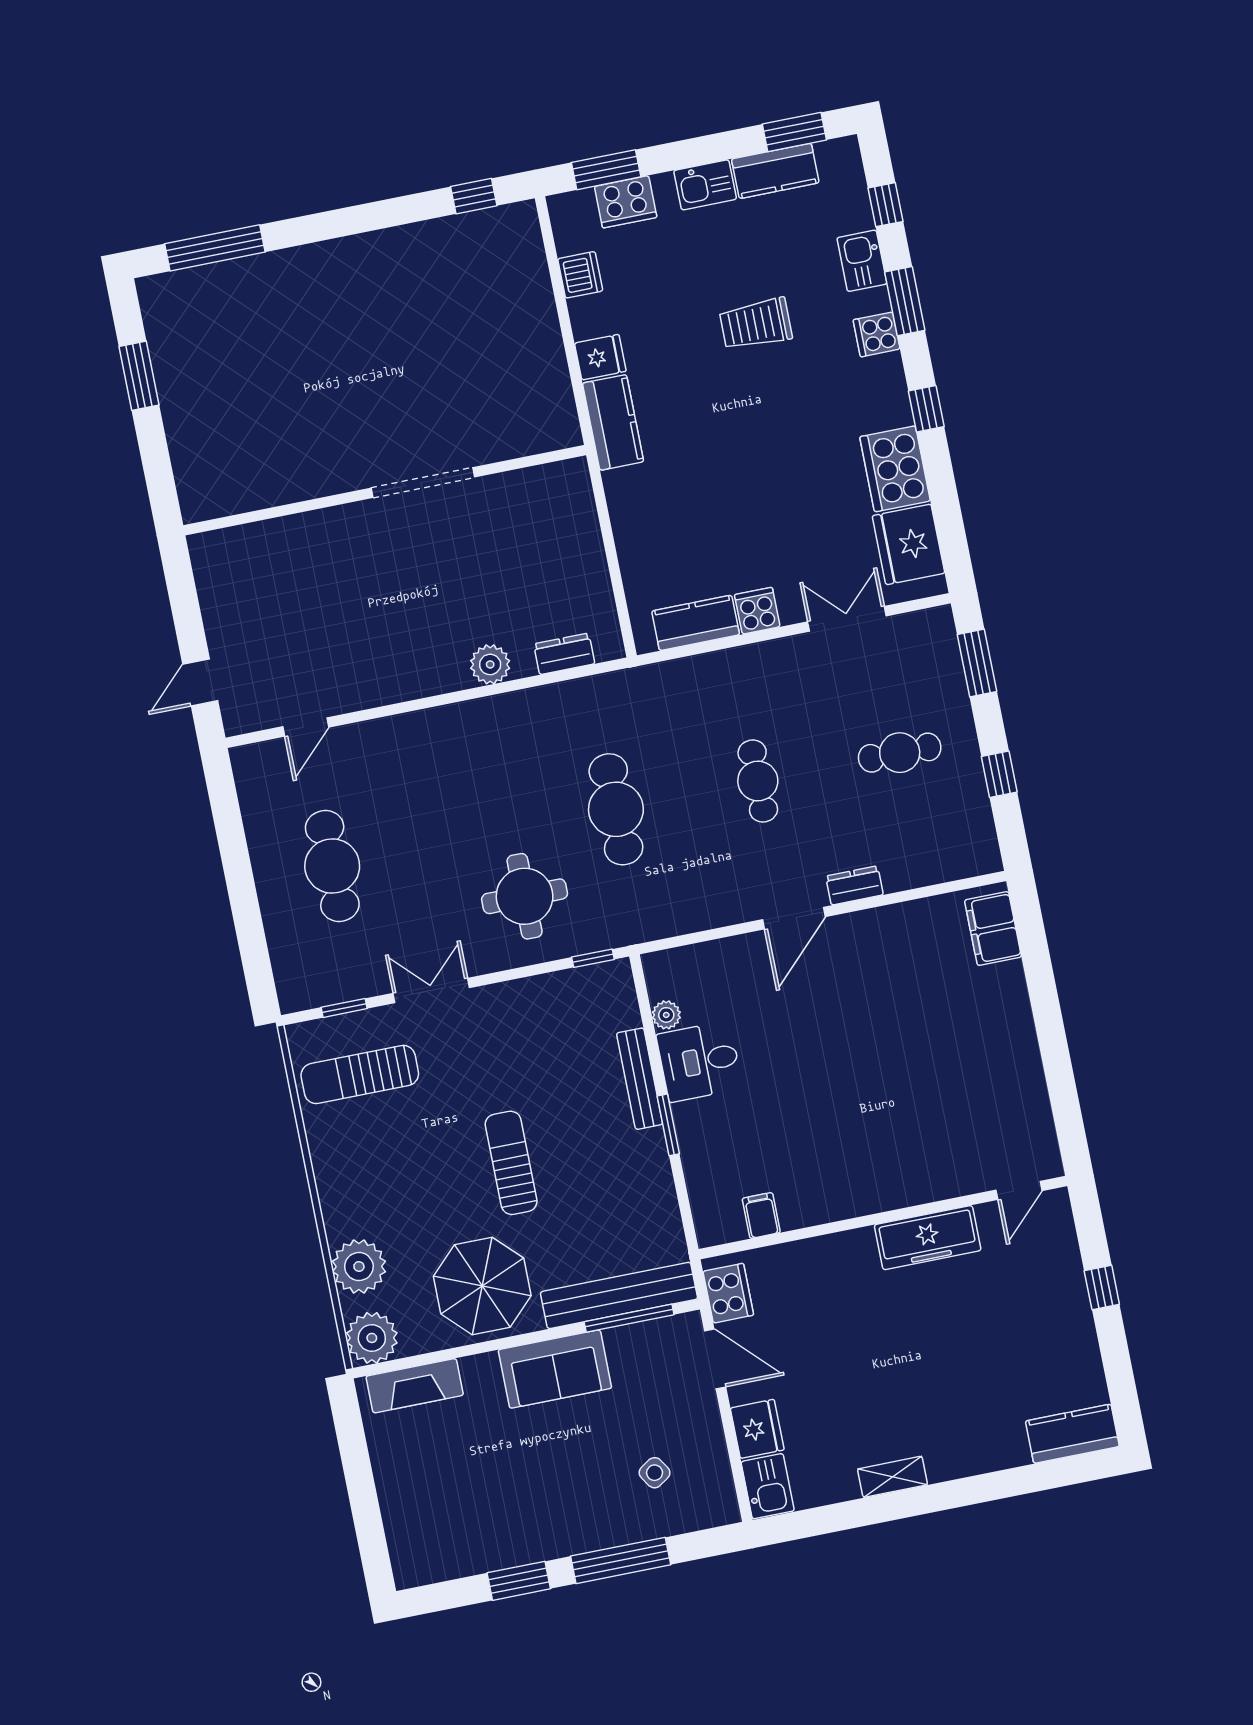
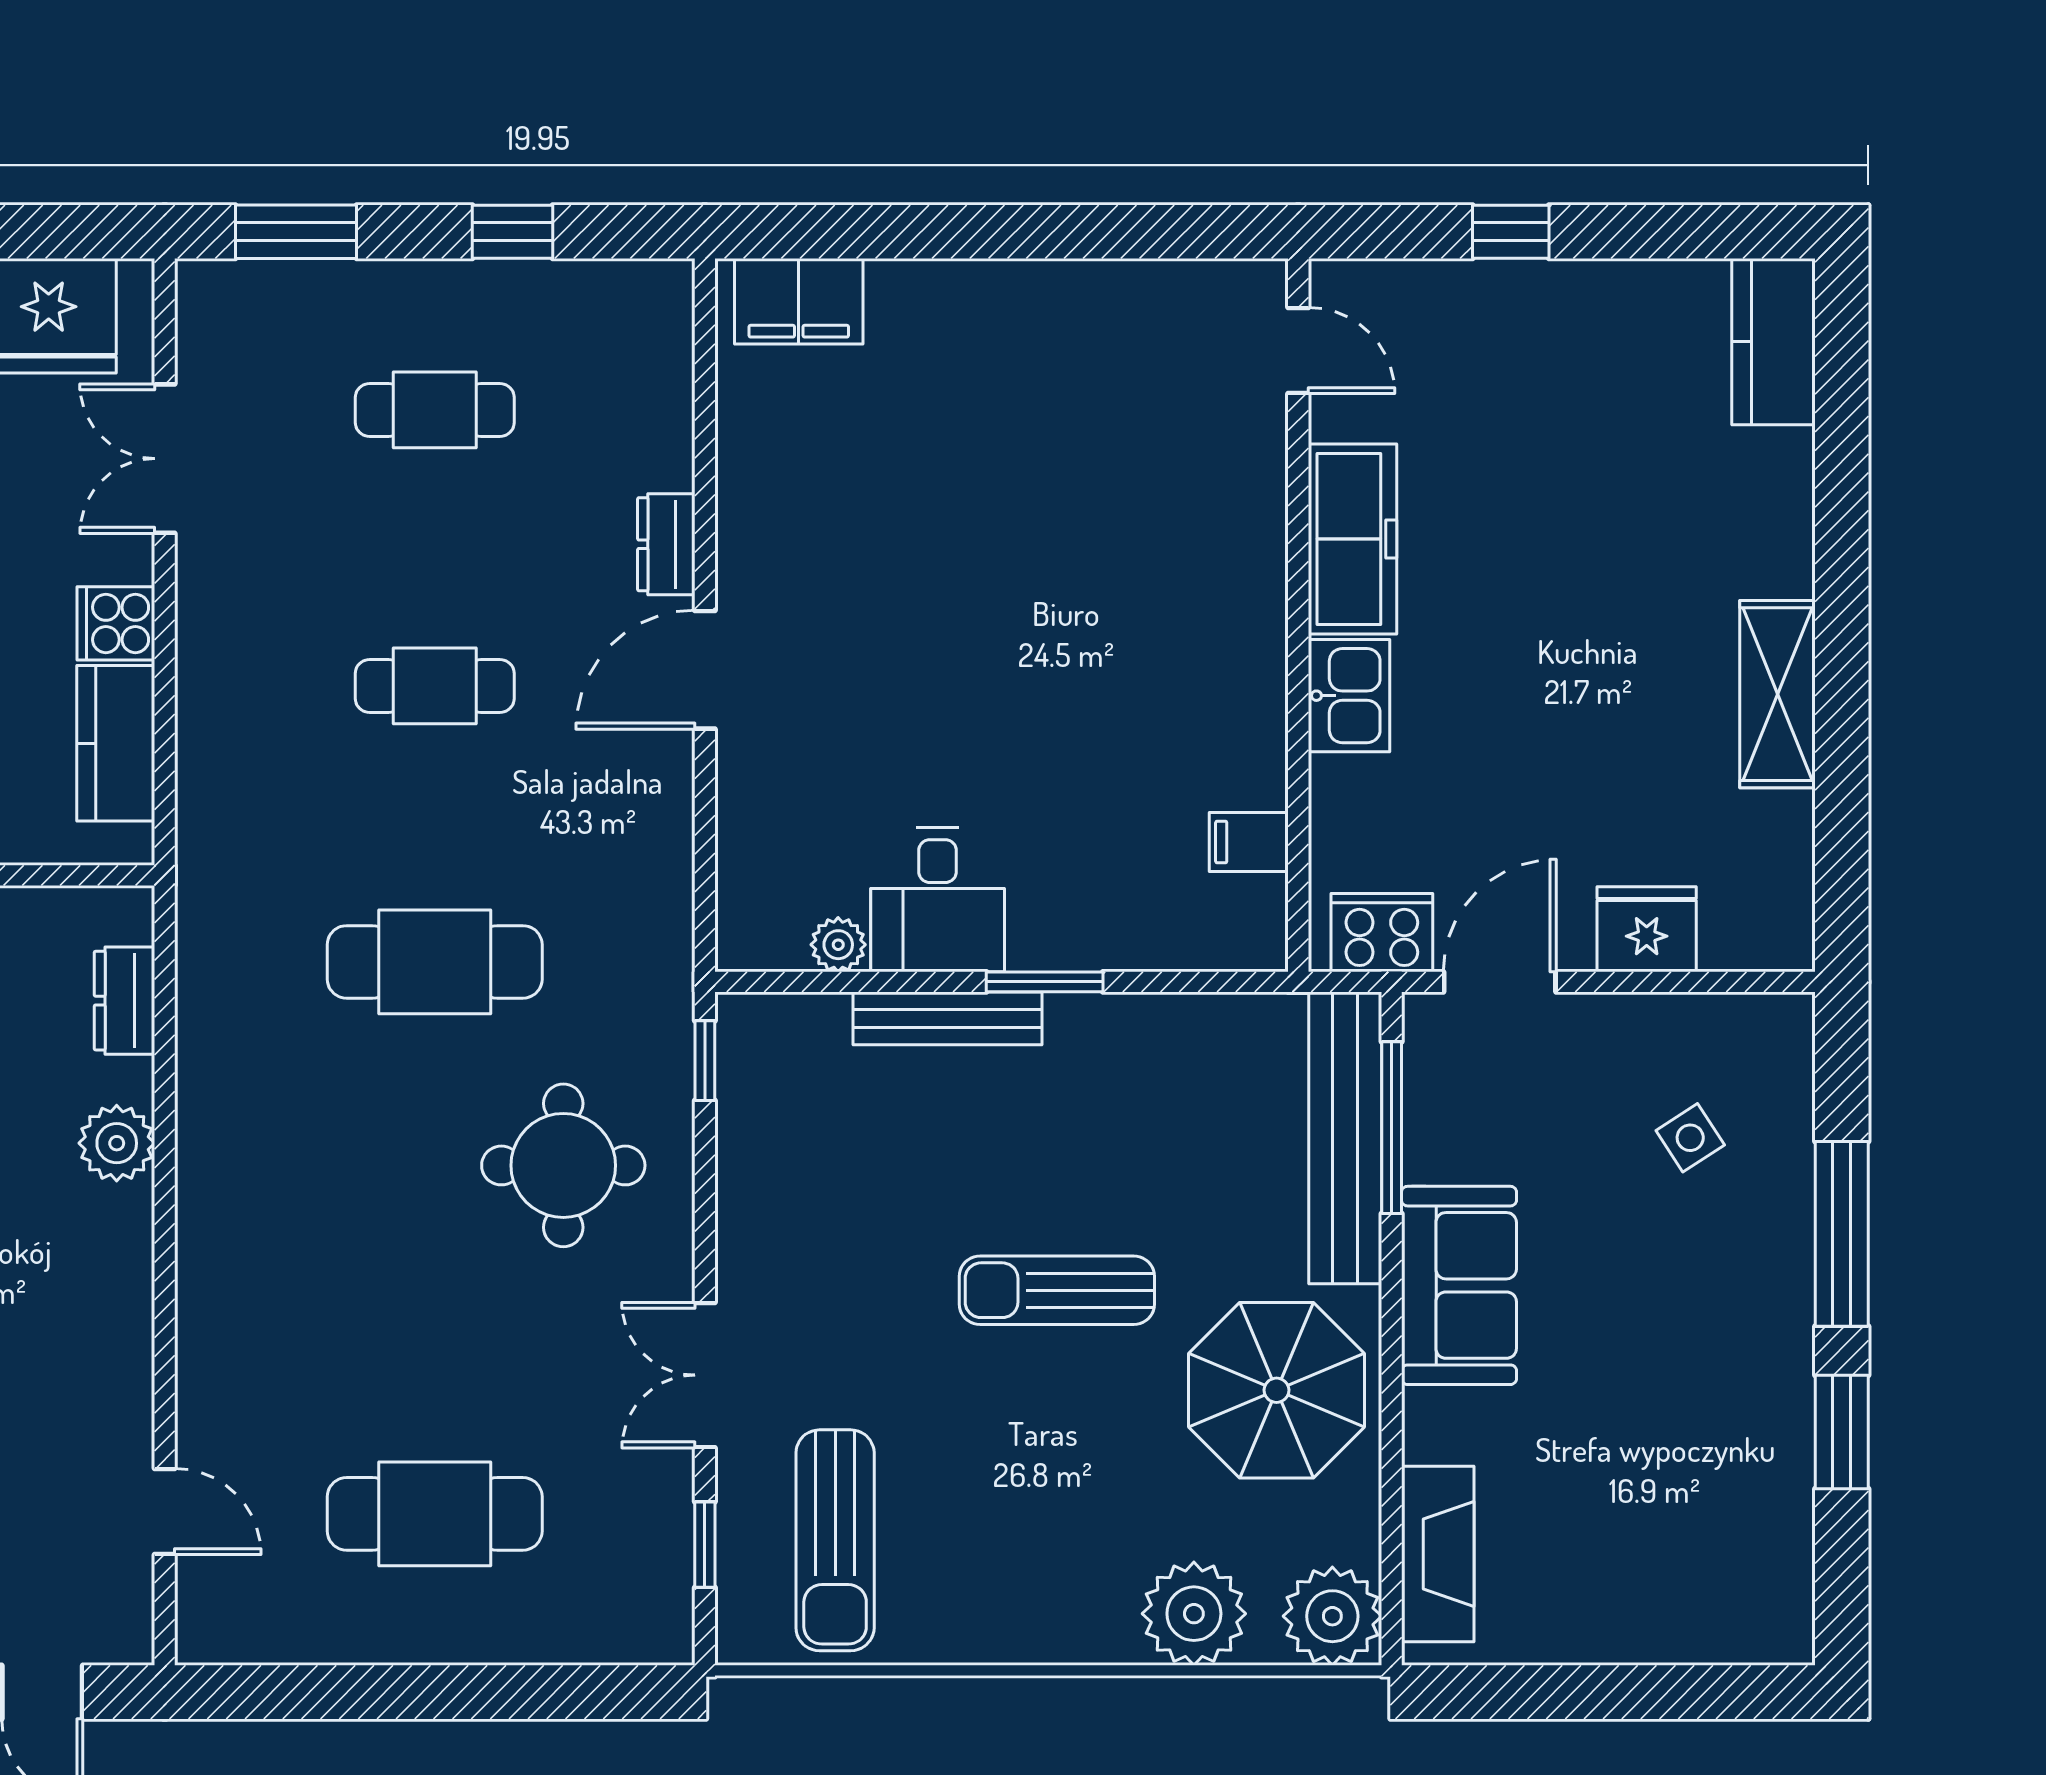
cafe table: (900, 753) -> (435, 410), turned 90
door: (794, 918) -> (705, 670), swing flipped
shelving: (893, 1477) -> (1777, 694), width x1.50, depth x1.33
kitchen sink: (768, 1486) -> (1349, 696), moved, turned 90

